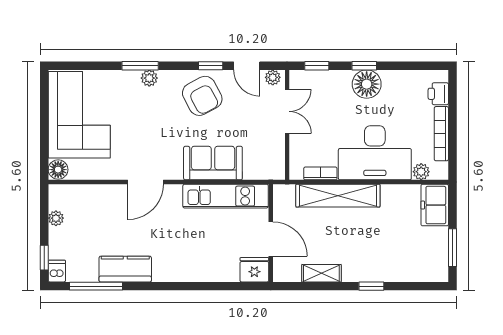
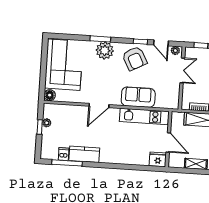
plant: (149, 78) -> (105, 50), width x1.87, depth x1.87
window: (44, 258) -> (40, 127), moved
dishwasher: (57, 271) -> (64, 154), moved

